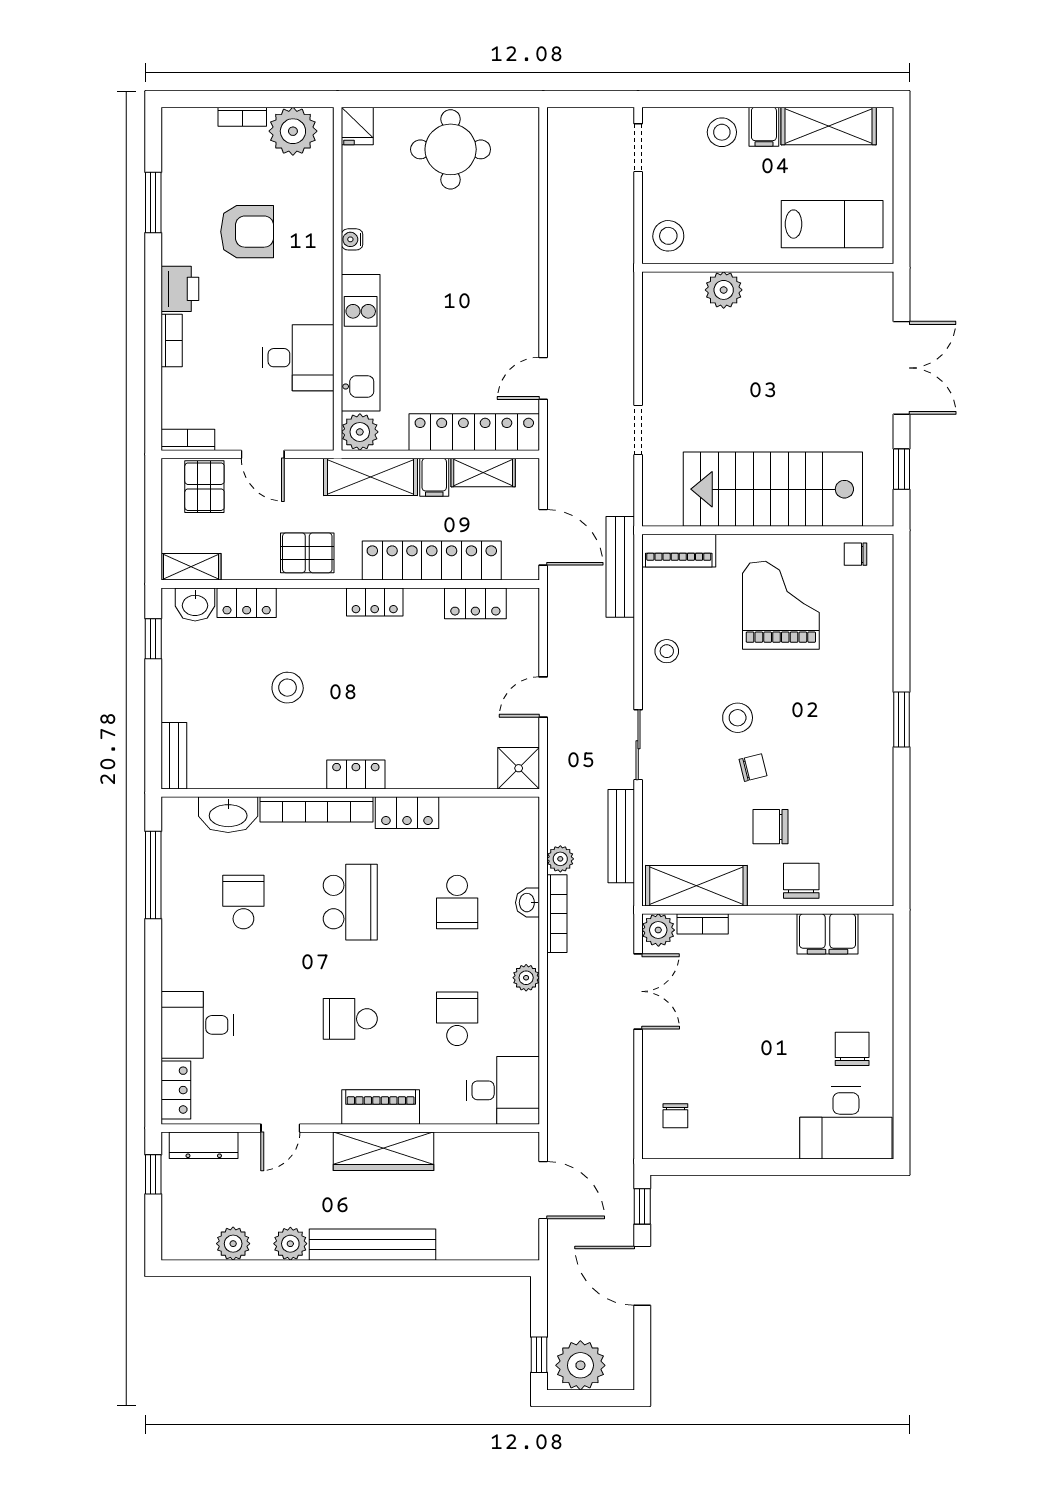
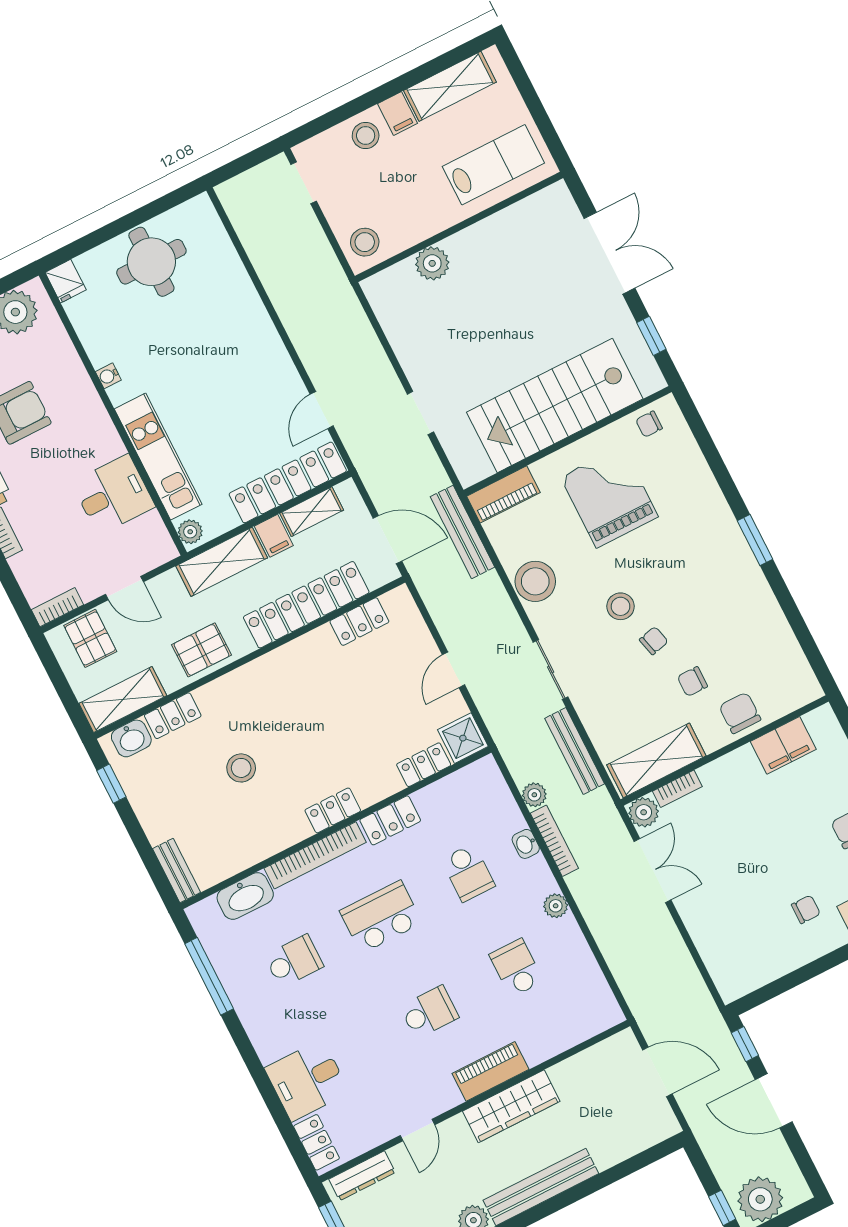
plant: (360, 432) -> (190, 532), width x0.73, depth x0.73
shelving: (191, 567) -> (123, 700), width x1.50, depth x1.33
locker: (375, 602) -> (424, 765), moved, turned 180
stool: (667, 651) -> (535, 581), width x1.89, depth x1.89
chair: (770, 827) -> (692, 682), width x0.73, depth x0.73
school desk: (243, 902) -> (294, 961), turned 90
school desk: (350, 902) -> (381, 917), turned -90
school desk: (350, 1019) -> (429, 1012), turned 180
desk: (503, 1090) -> (583, 1007), removed
chair: (675, 1116) -> (806, 909), moved, turned -90

